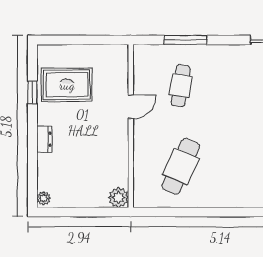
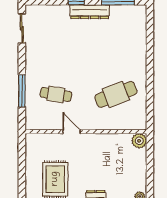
cafe table: (181, 166) -> (116, 94), turned -45

